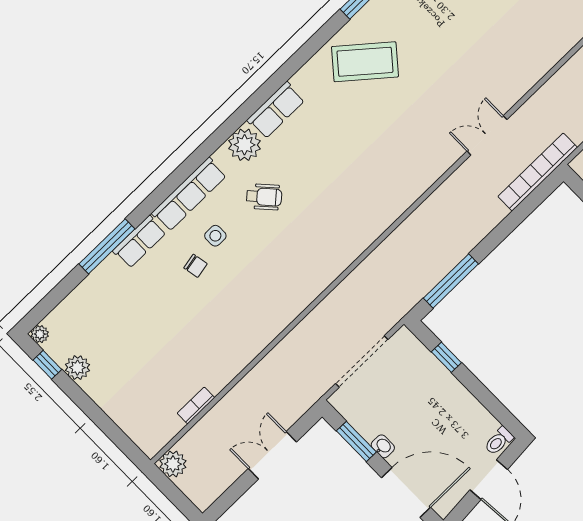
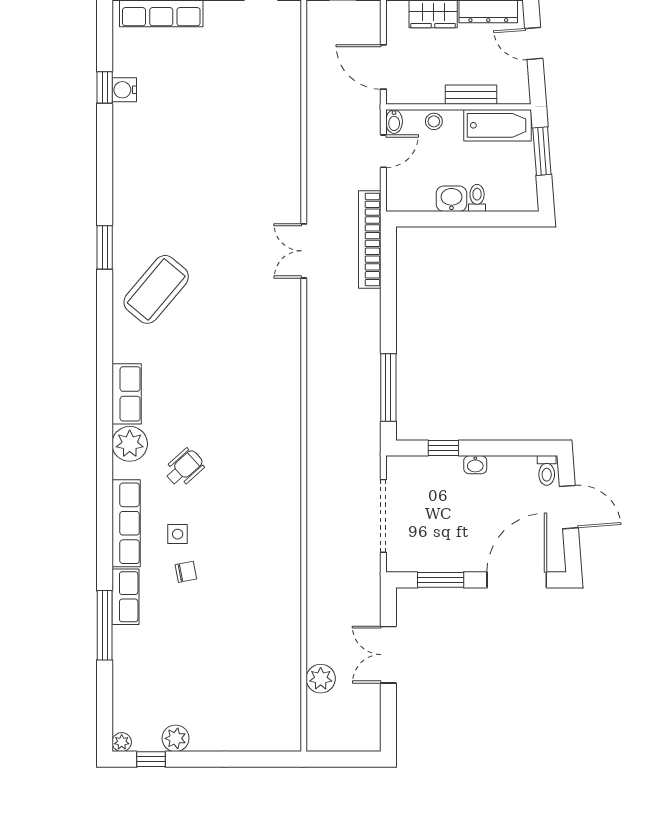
bookcase: (196, 405) -> (293, 676), removed
washbasin: (383, 446) -> (475, 465), moved, turned 180
plant: (173, 464) -> (321, 679), moved

